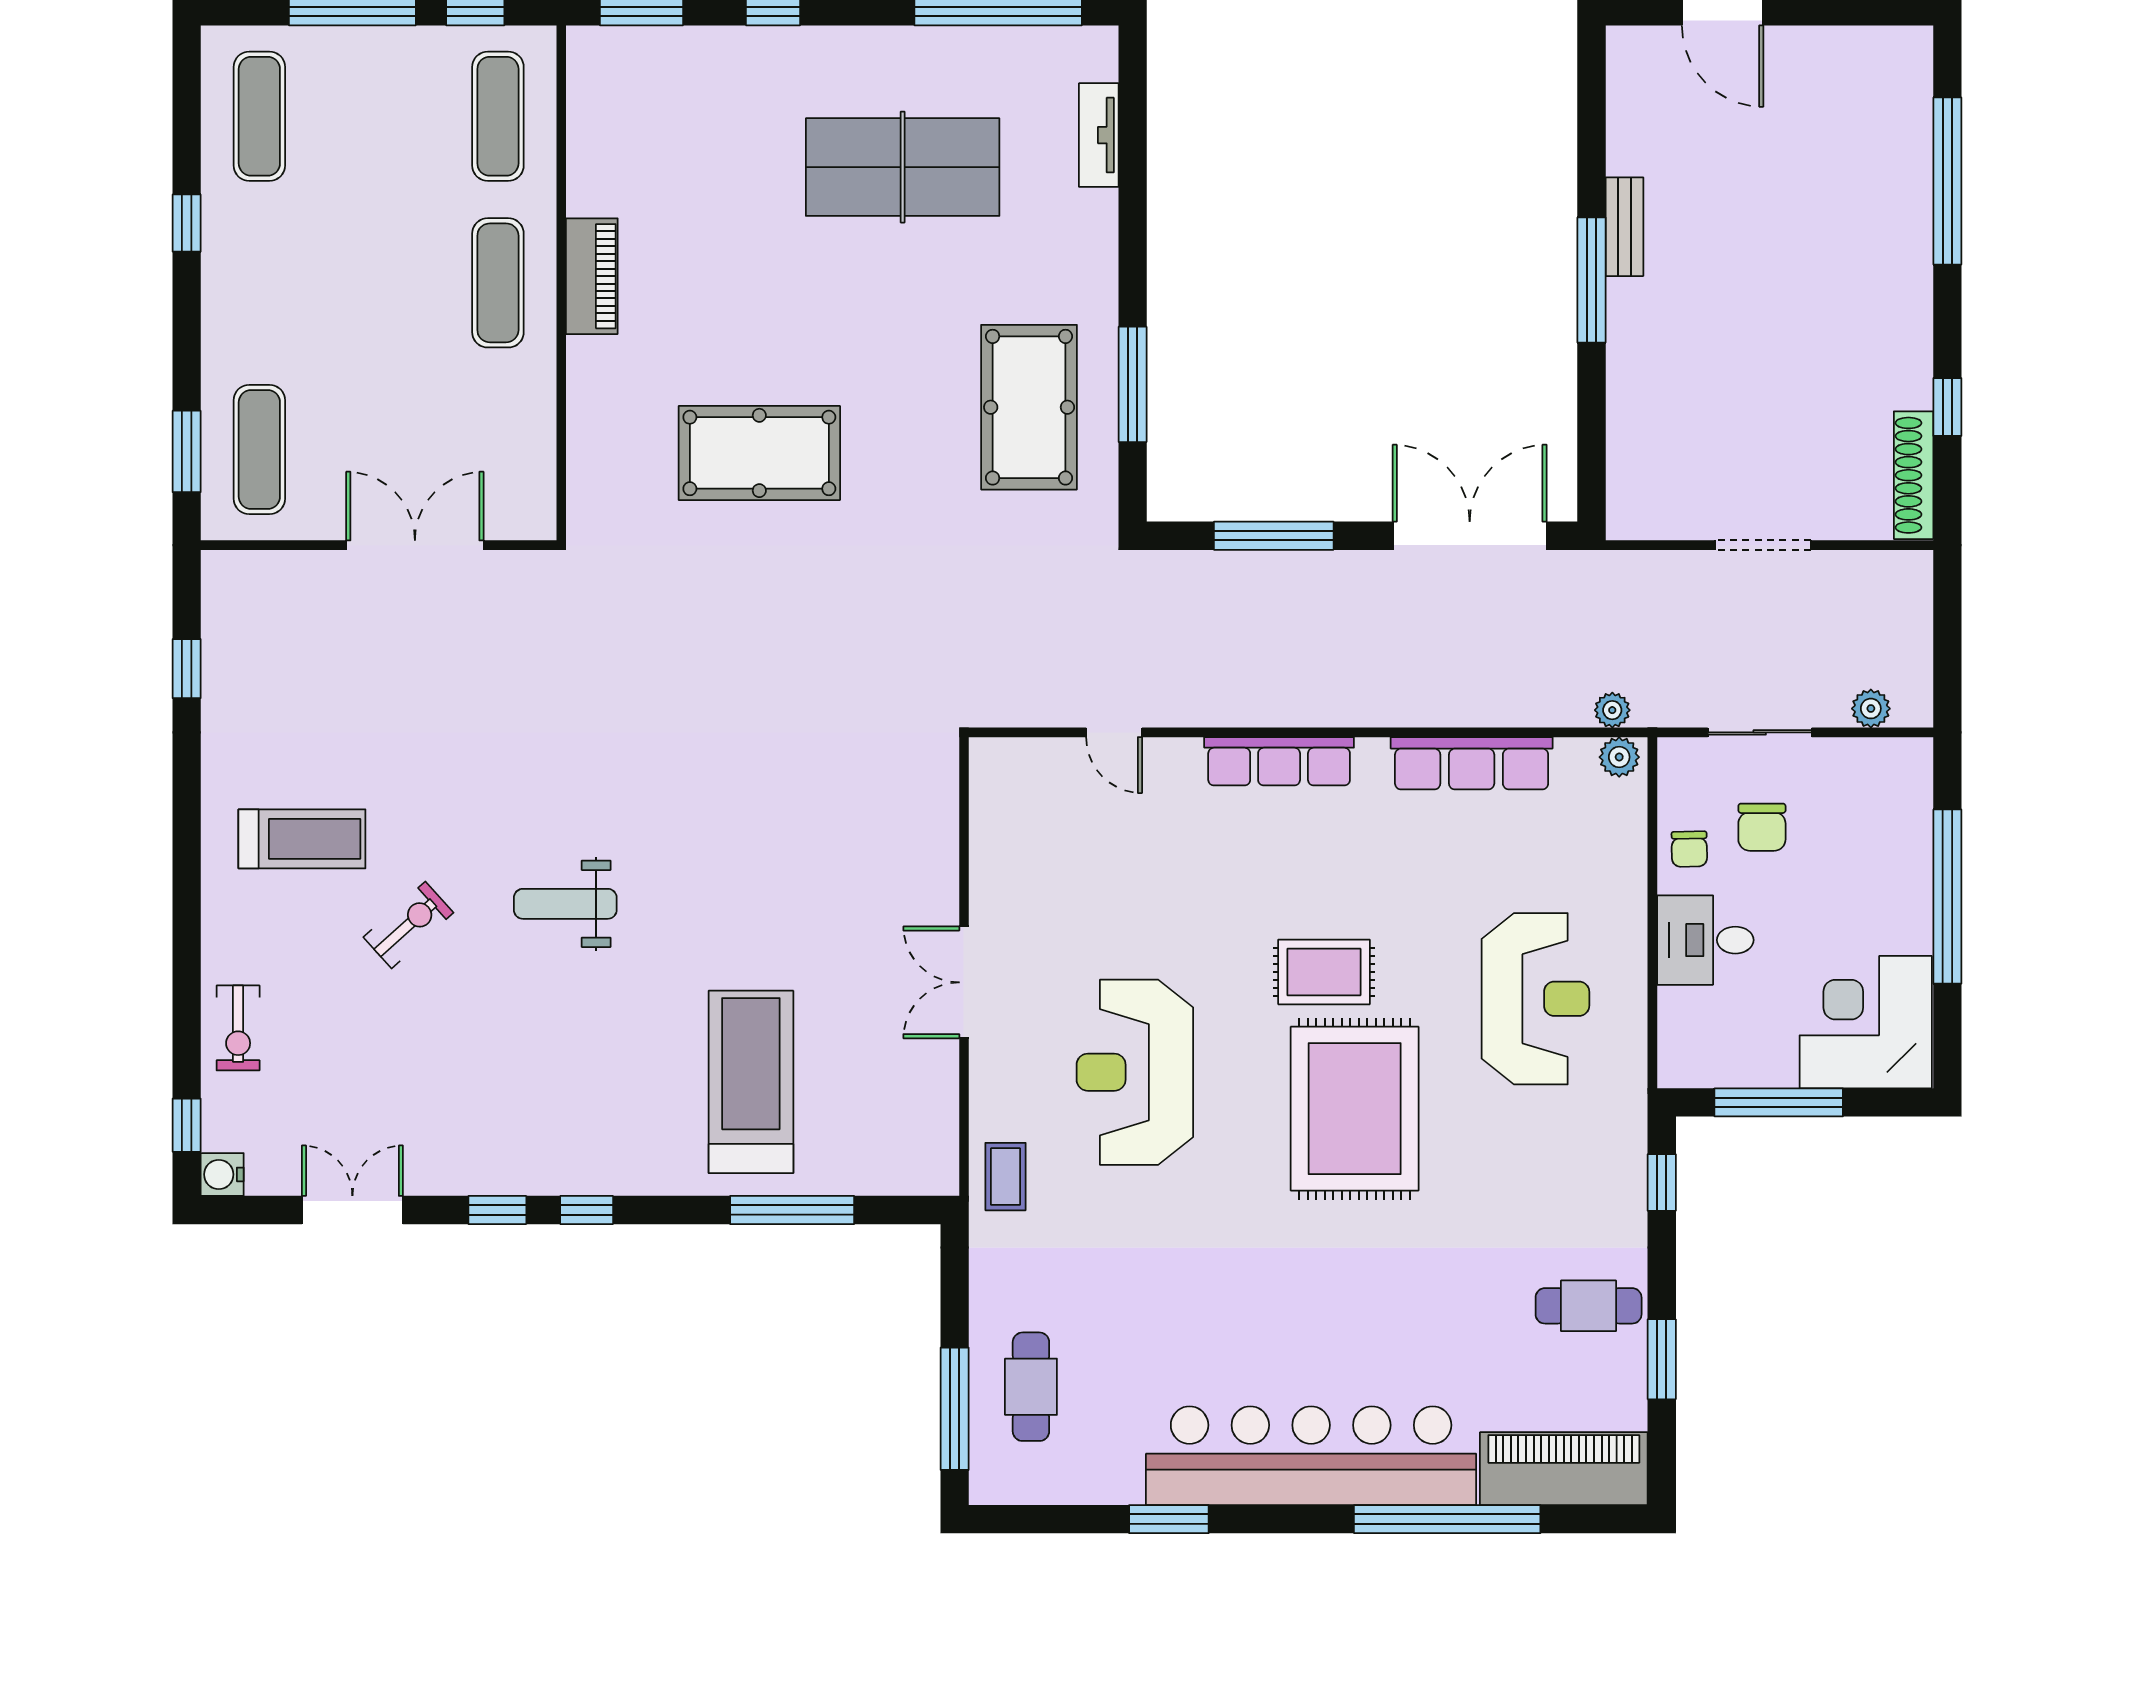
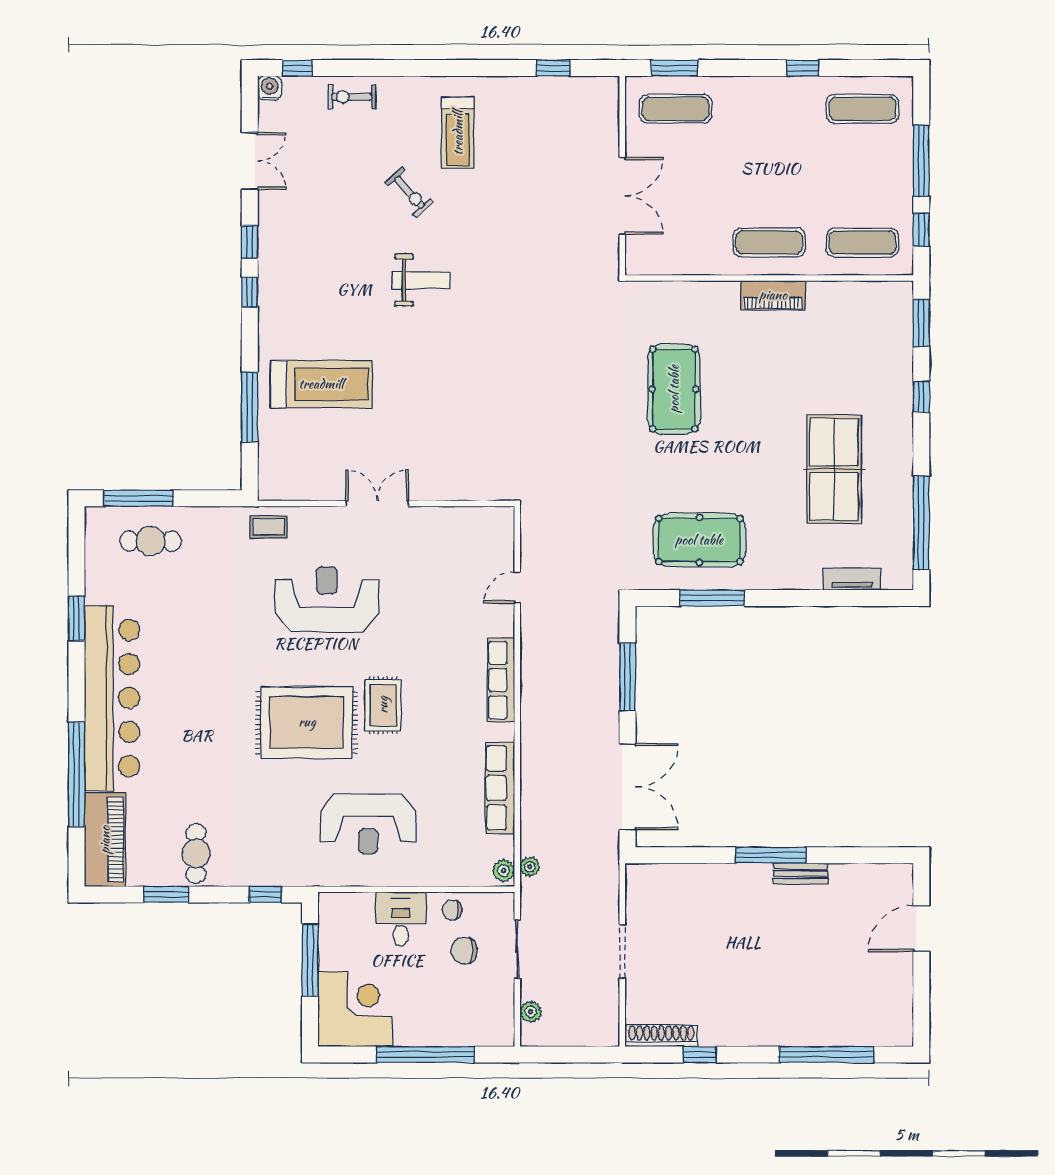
weight bench: (565, 904) -> (421, 280), turned 90

